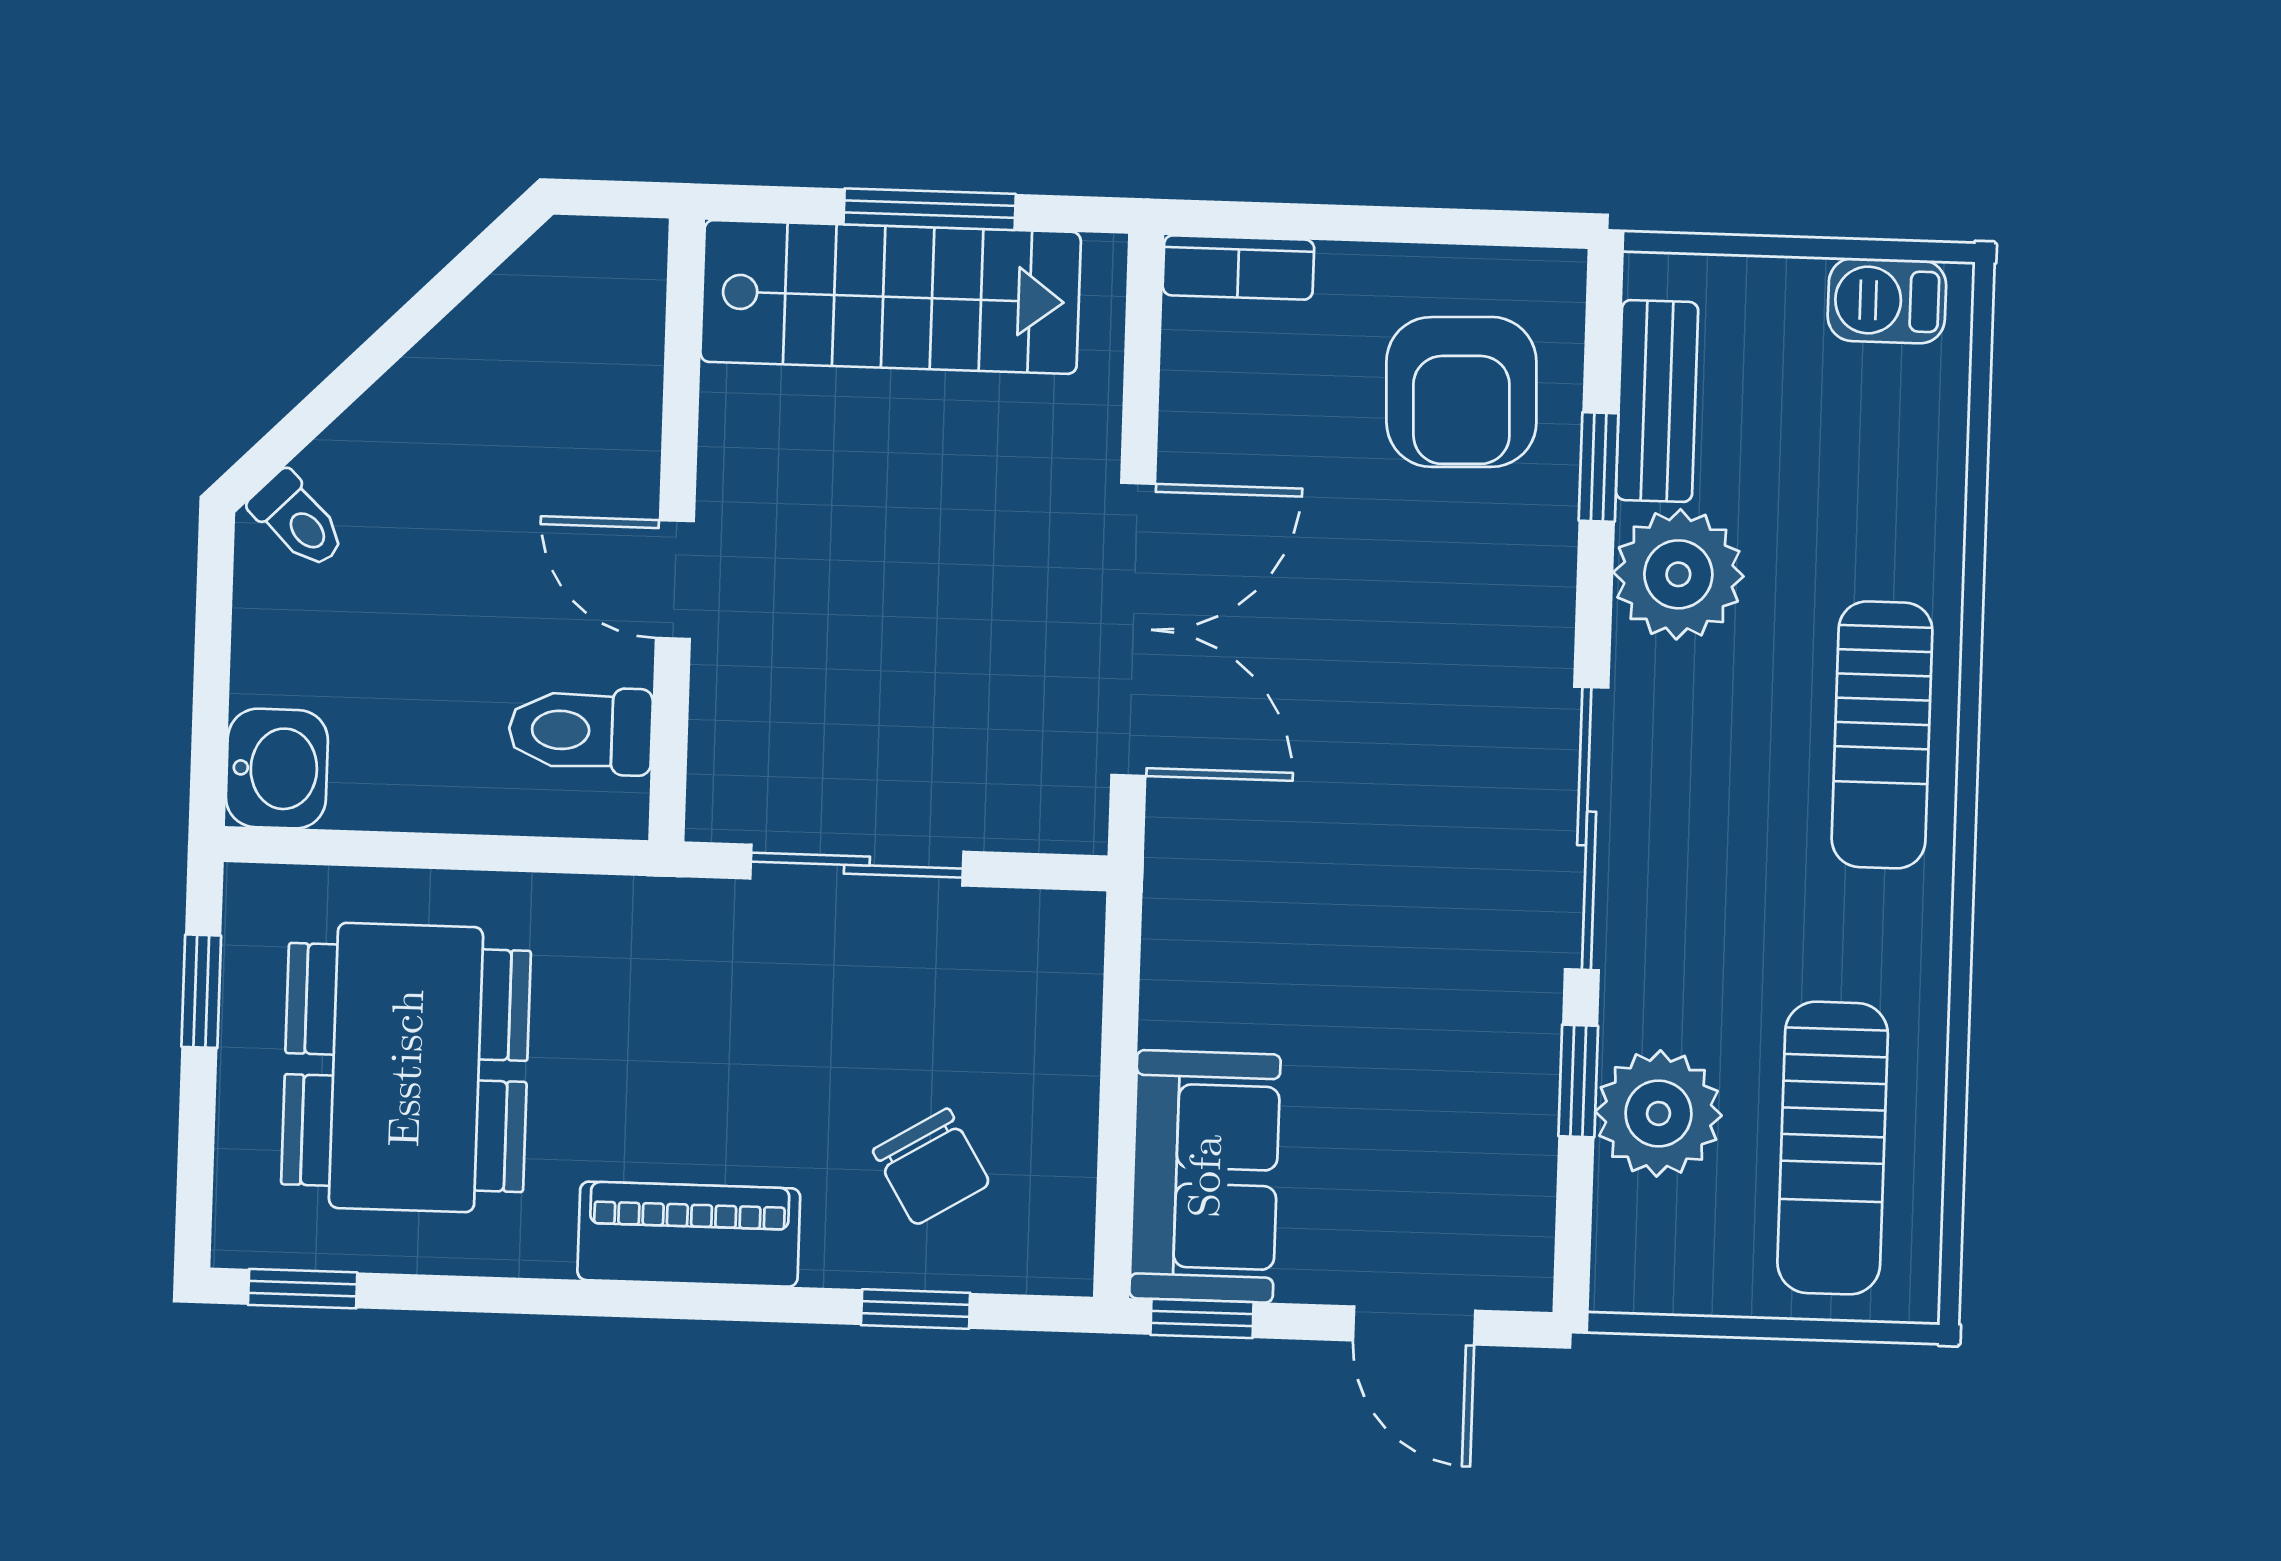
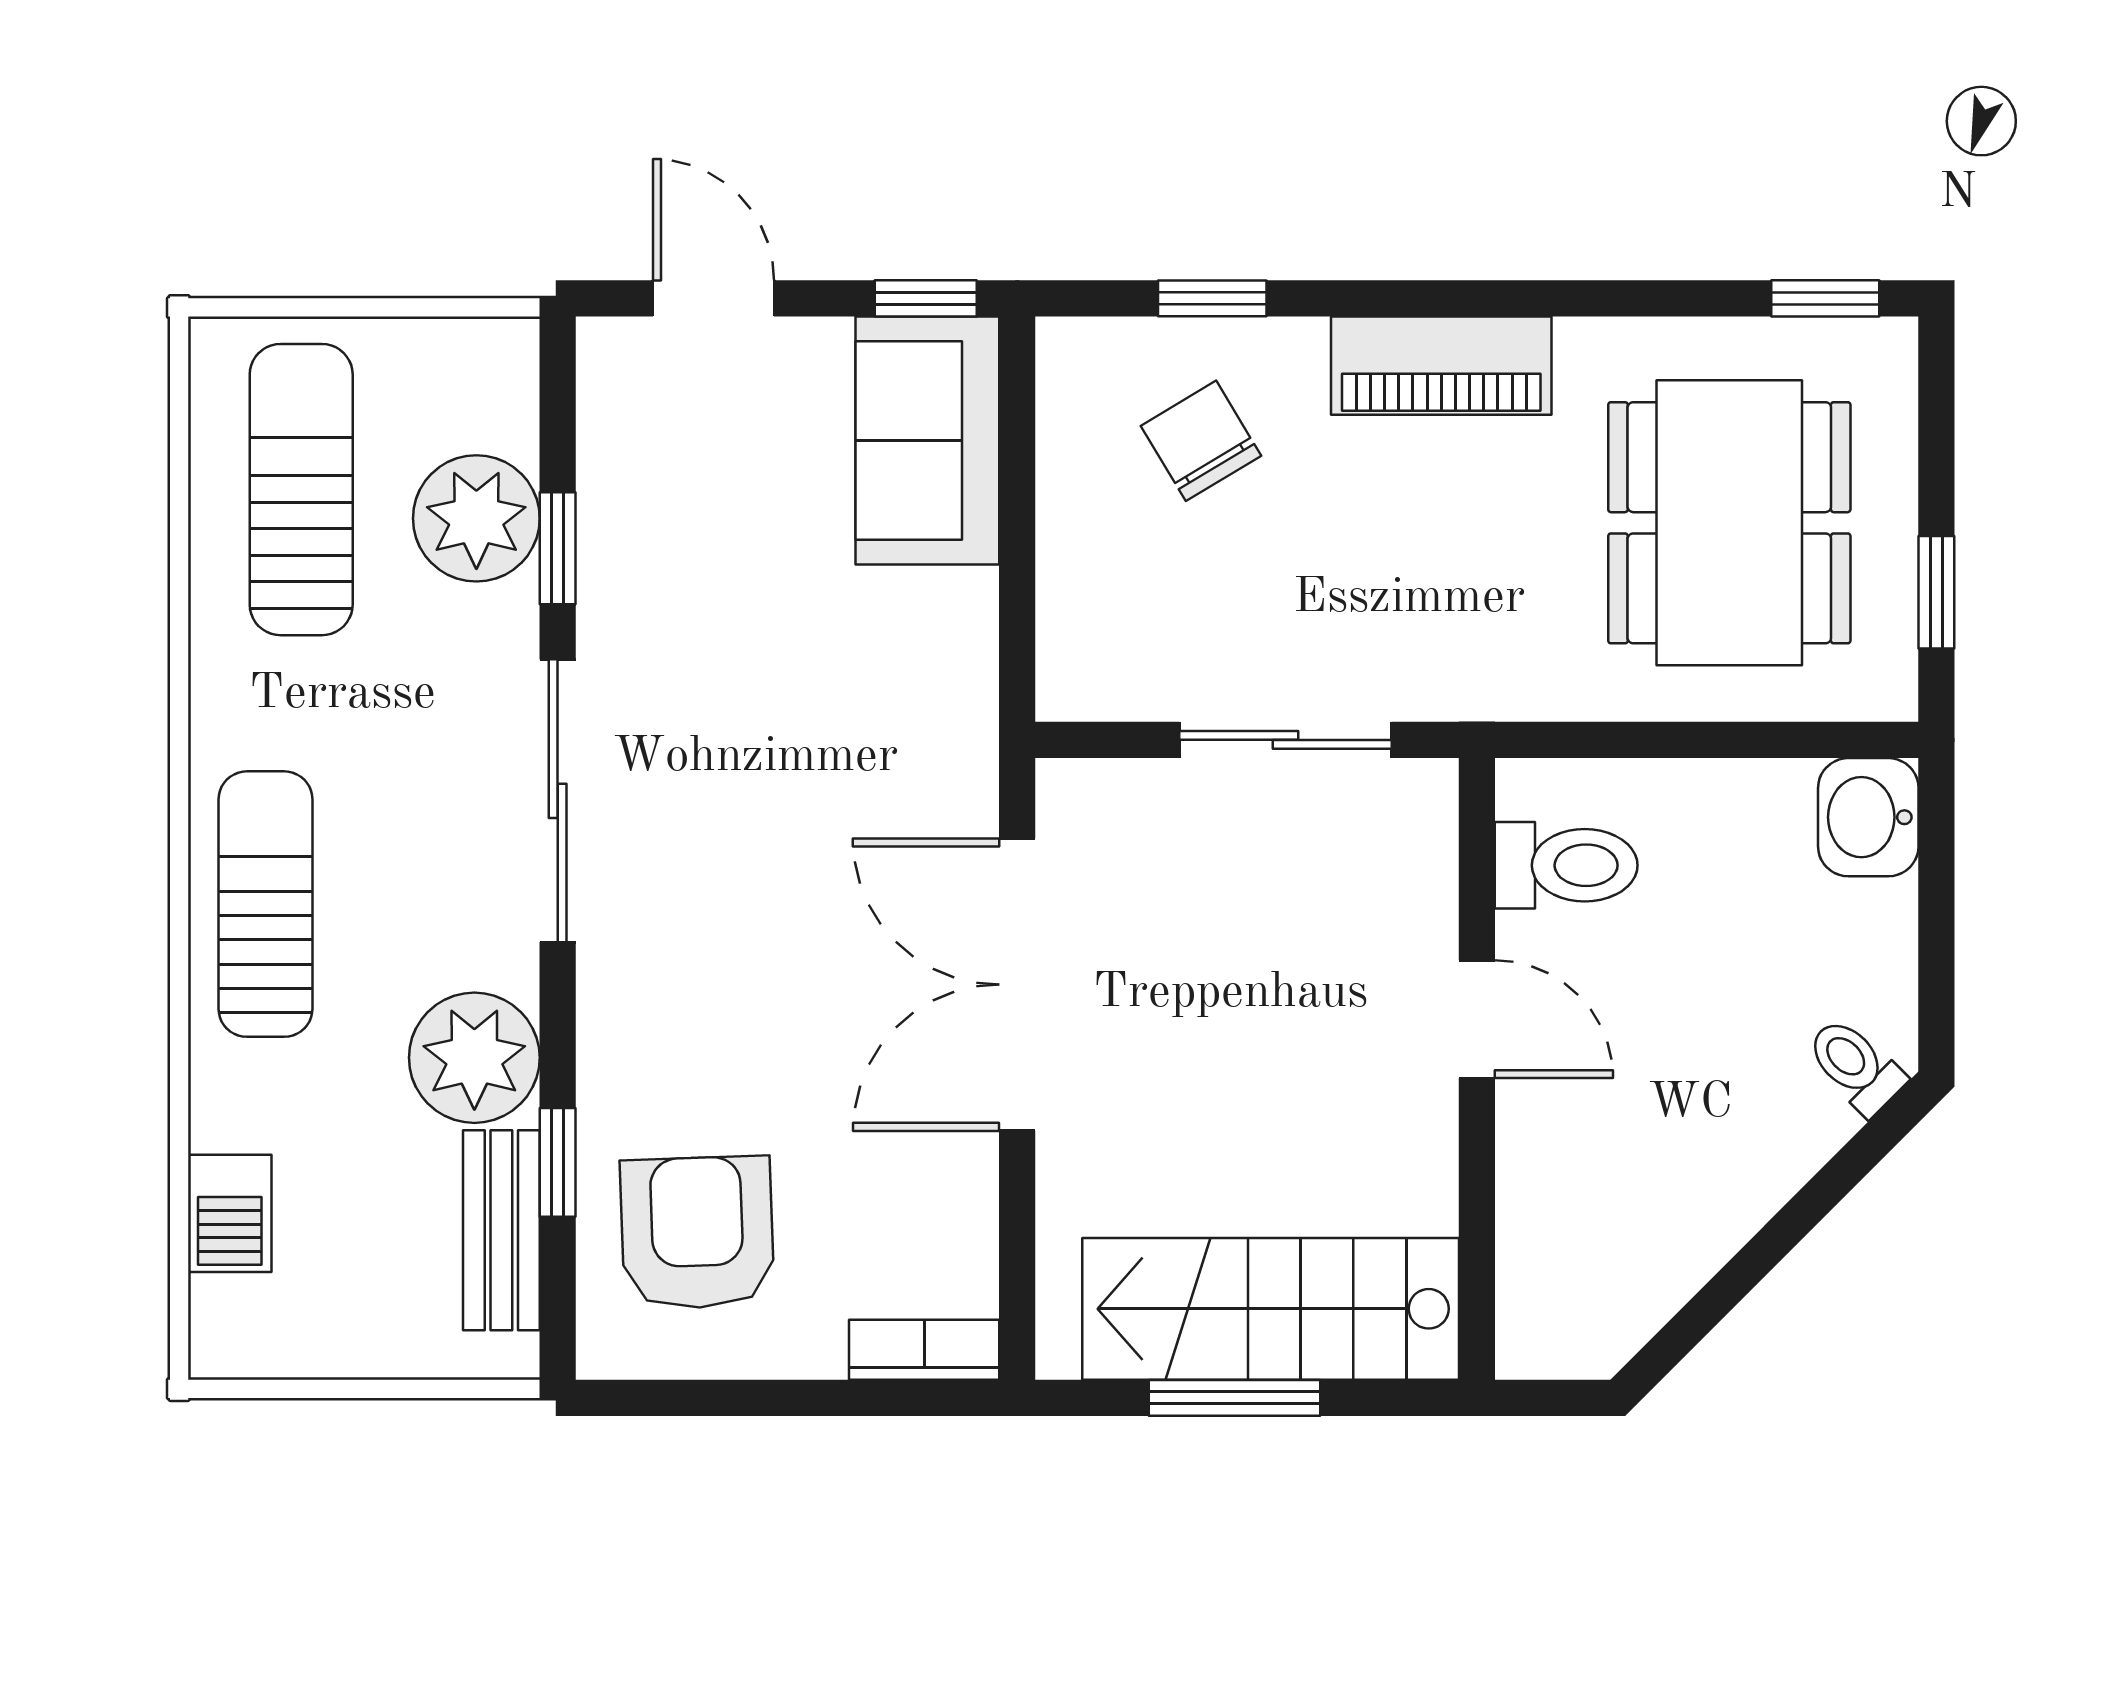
barbecue: (1887, 301) -> (230, 1213), moved, turned 90

